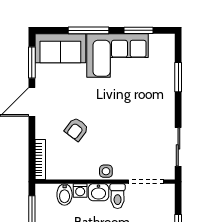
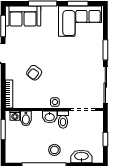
corner sofa: (117, 55) -> (80, 21), moved
window: (178, 77) -> (105, 50), moved
sliding door: (178, 147) -> (105, 85), width x1.37
washing machine: (80, 190) -> (15, 116), moved

